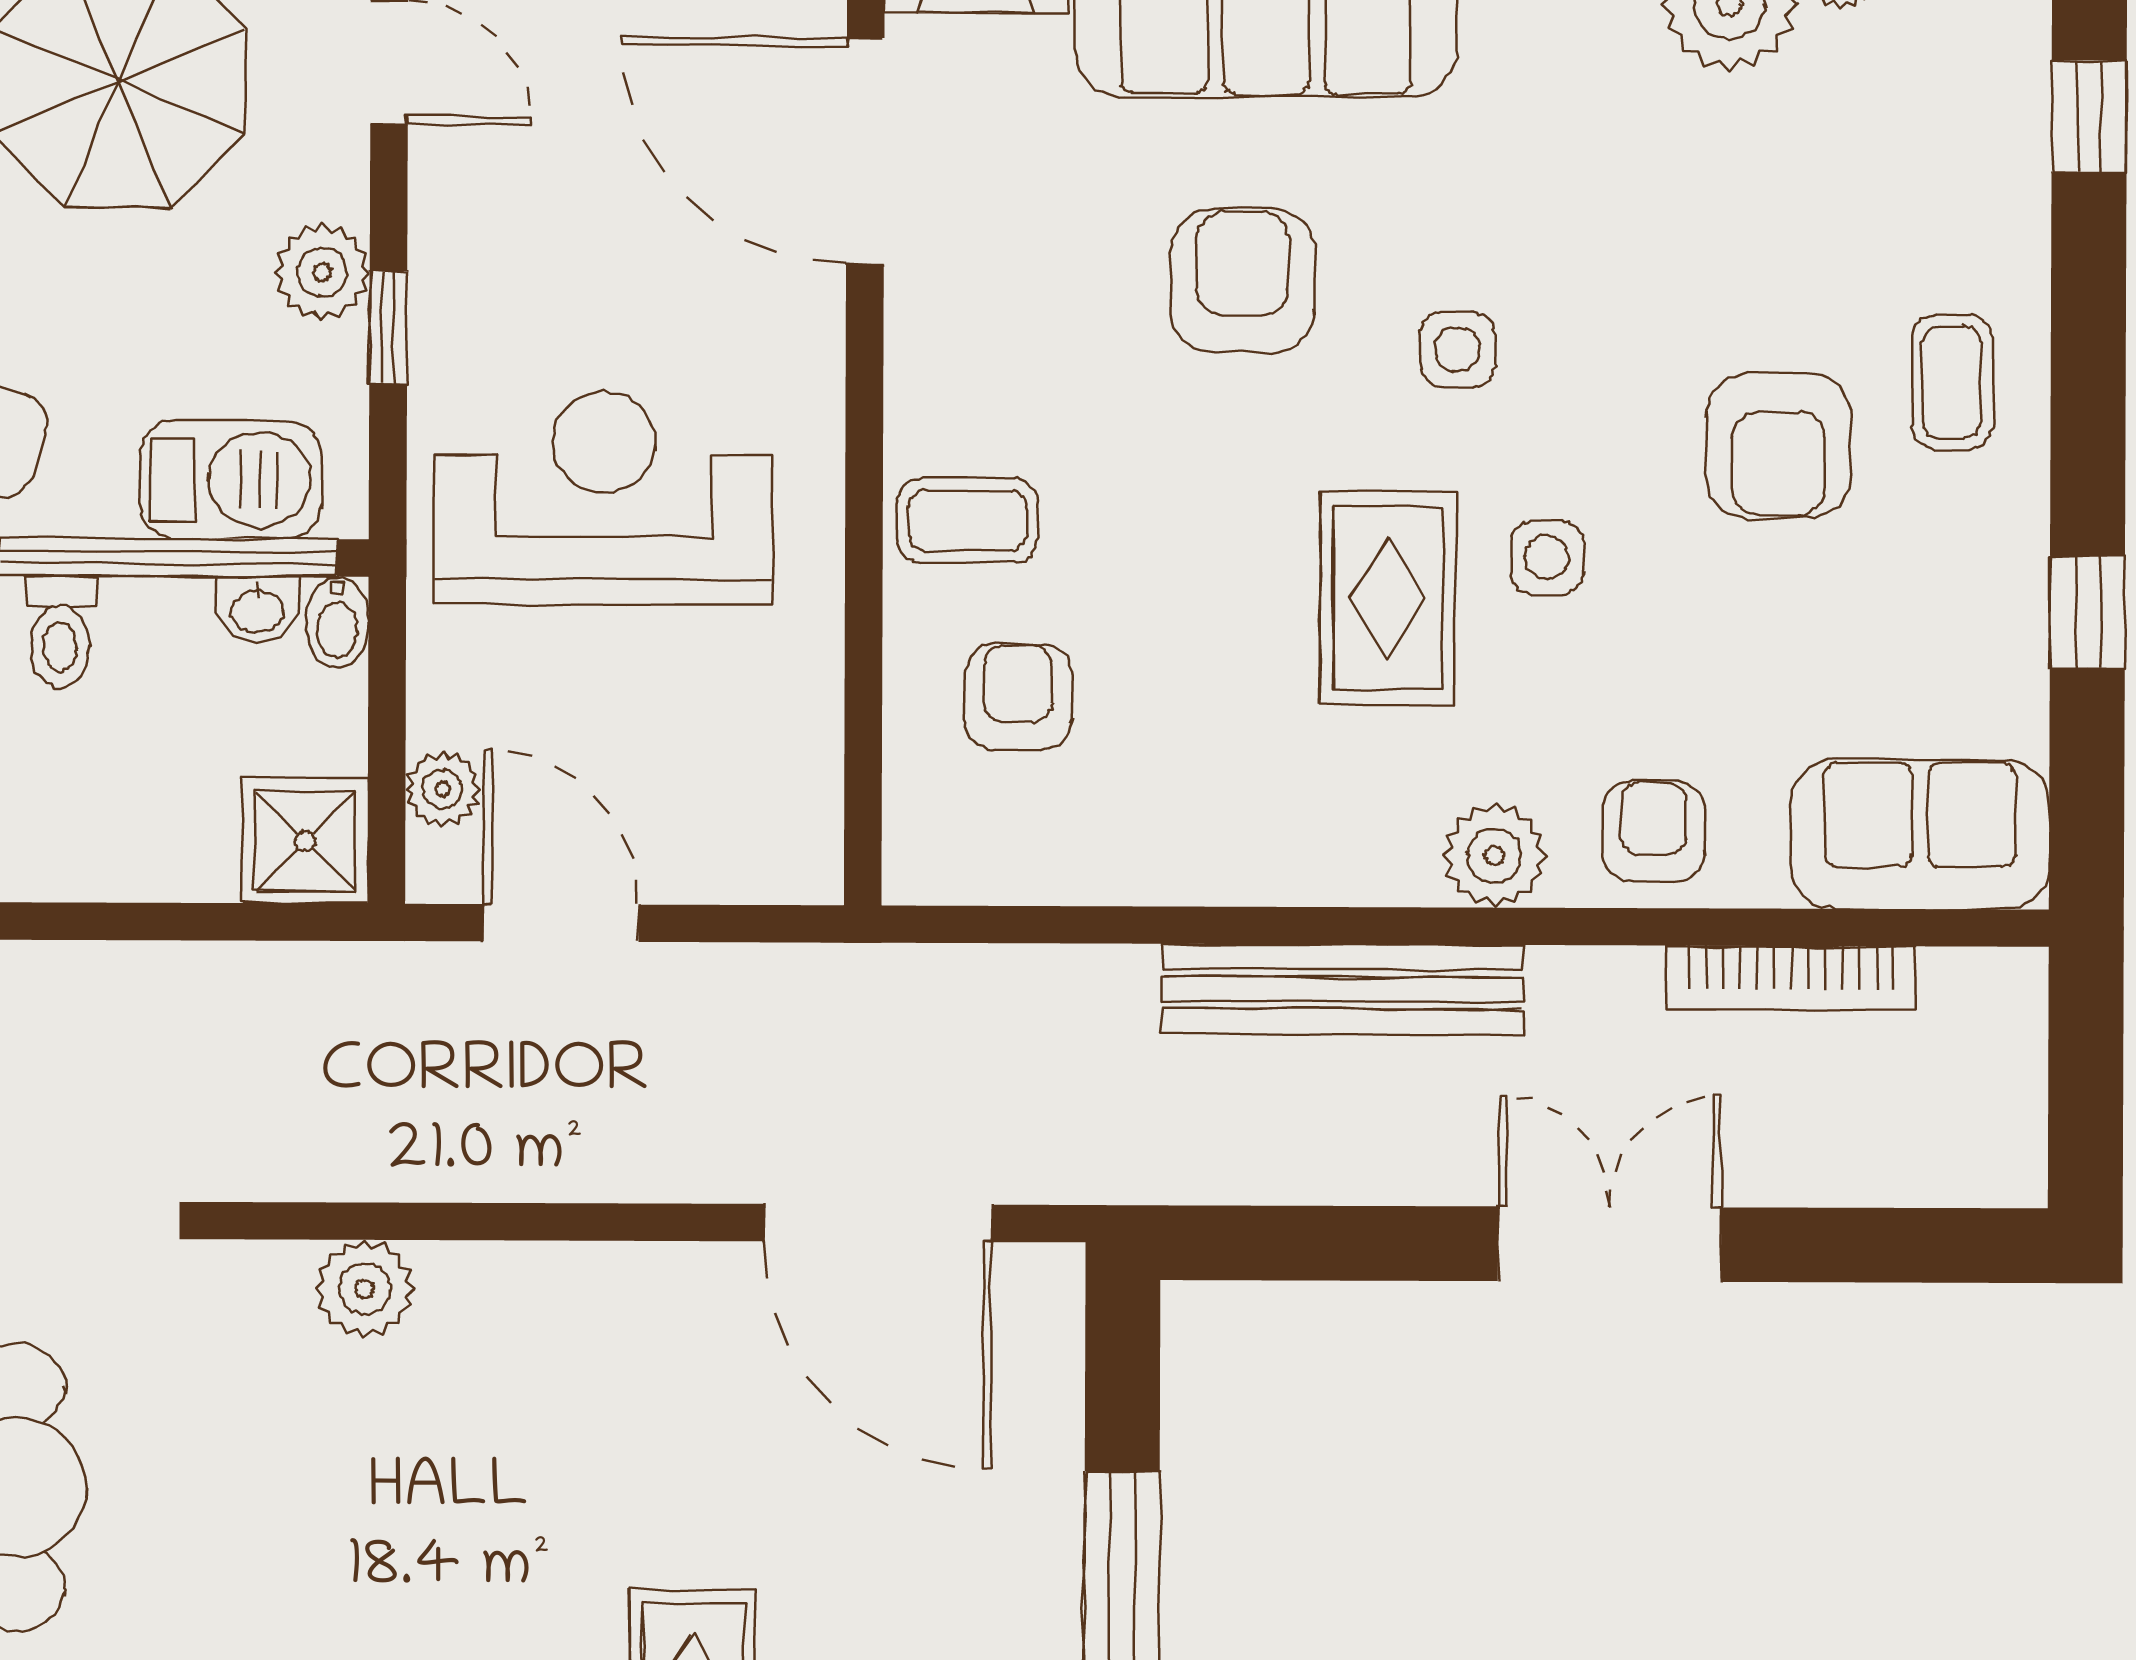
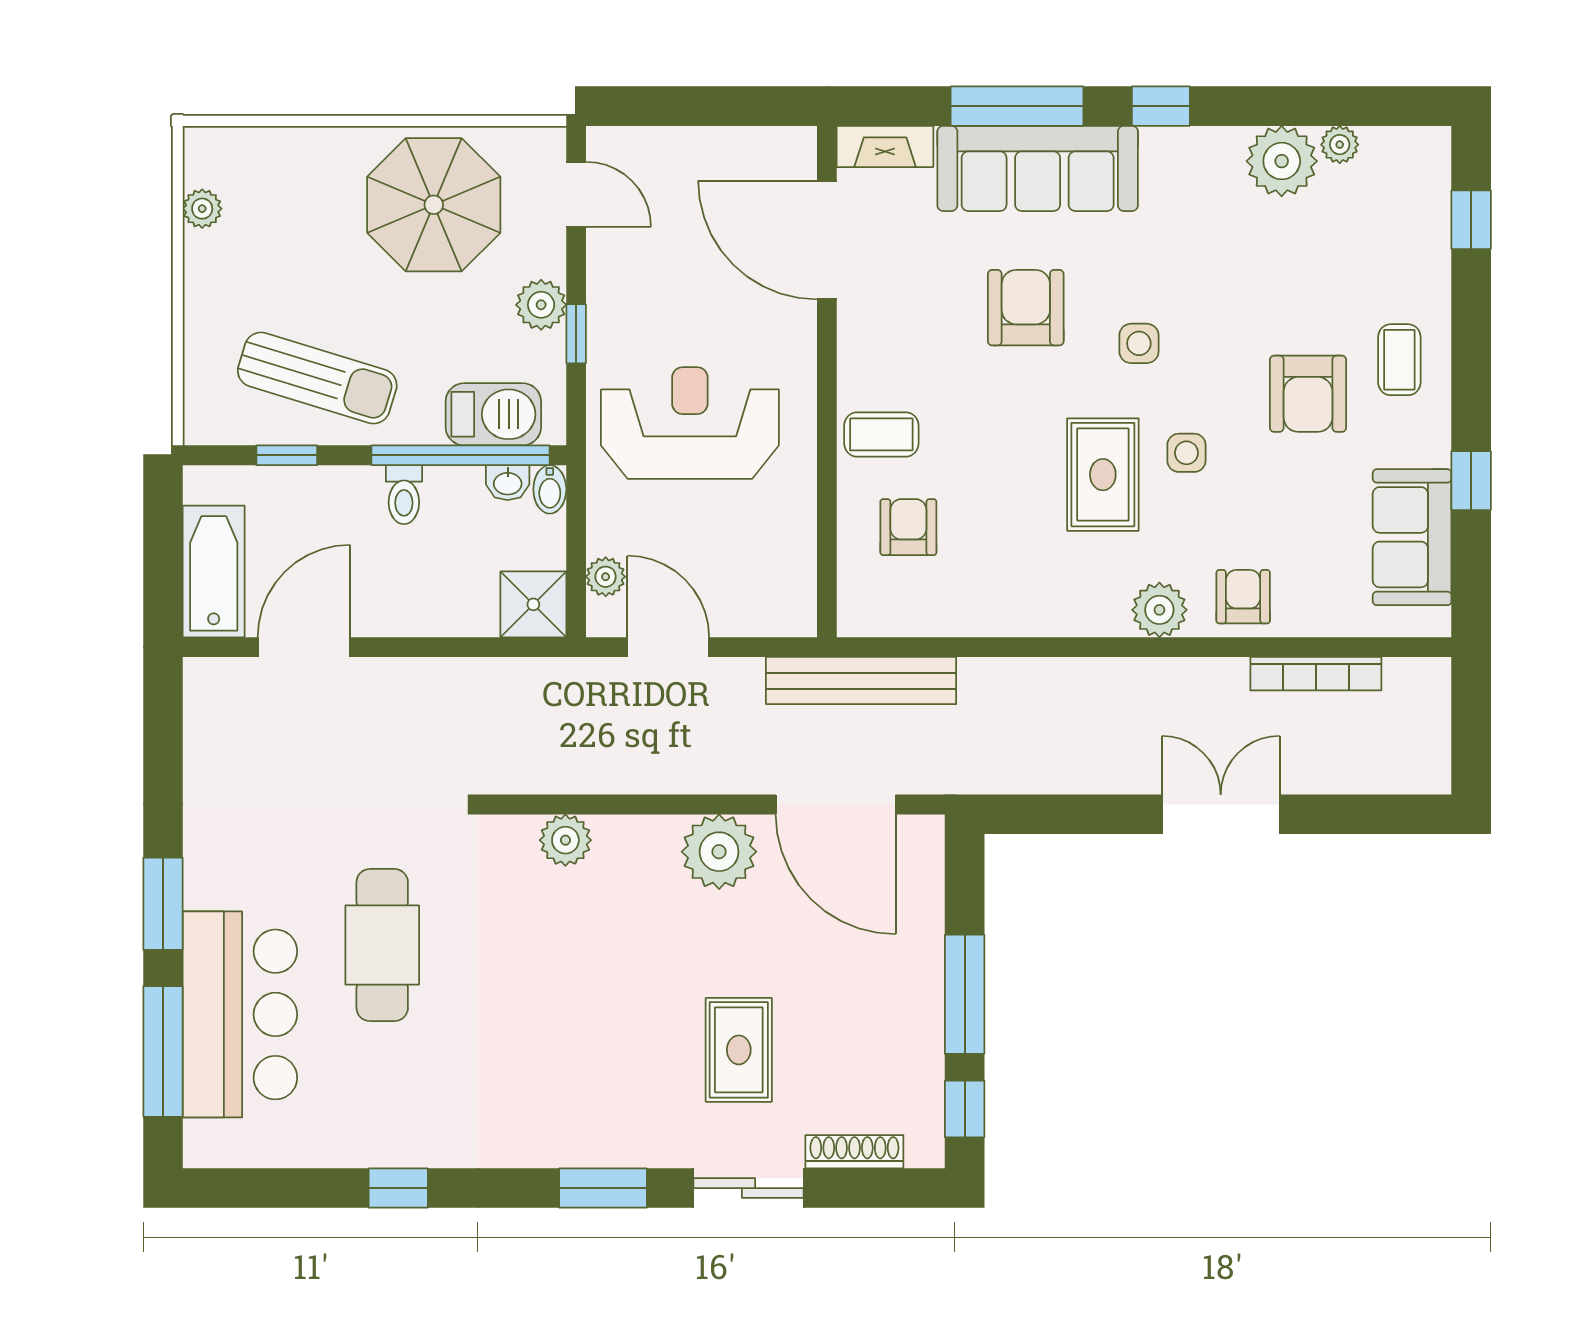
sofa: (1920, 834) -> (1412, 537), moved, turned -90
bench: (1342, 989) -> (861, 681), moved
plant: (656, 1312) -> (719, 852), added

